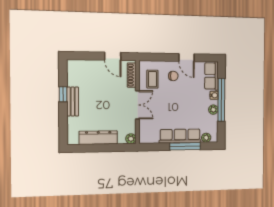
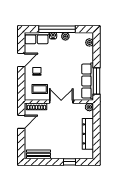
window: (63, 94) -> (69, 162), moved
bench: (73, 102) -> (38, 154), moved
row of seats: (180, 136) -> (88, 81), moved
window: (185, 146) -> (97, 81), moved

